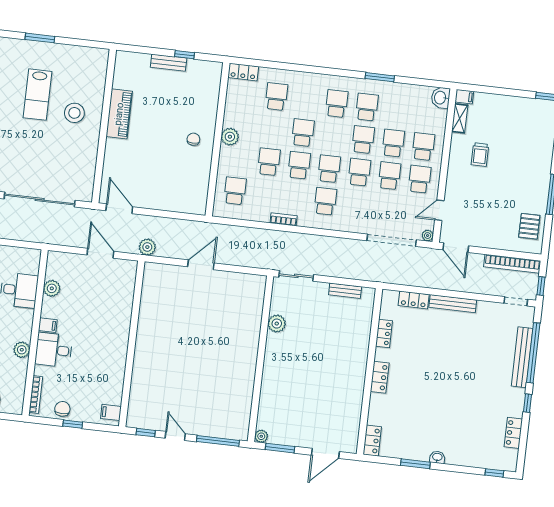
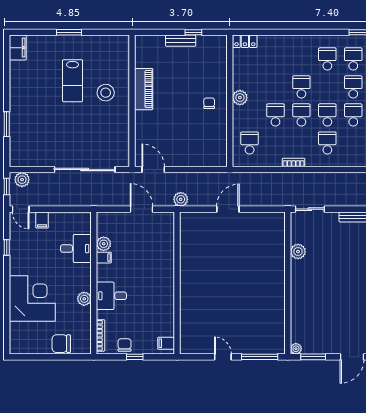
school desk: (276, 97) -> (275, 59), removed
filing cabinet: (48, 325) -> (104, 258), moved
window: (146, 433) -> (197, 357), removed

